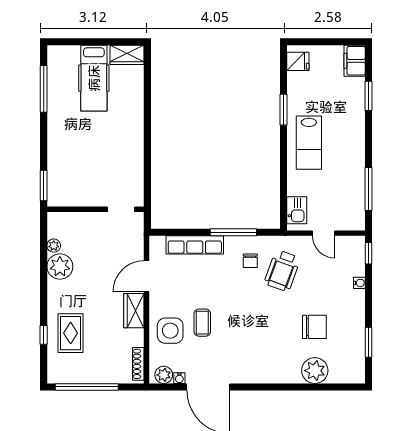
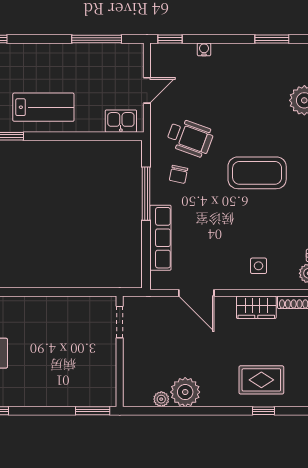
chair: (250, 261) -> (179, 174), turned 102
wardrobe: (134, 311) -> (256, 307), moved
coffee table: (202, 323) -> (257, 173), moved, width x1.86, depth x1.72
chair: (314, 327) -> (254, 101), removed
side table: (170, 331) -> (259, 266), width x0.54, depth x0.54

